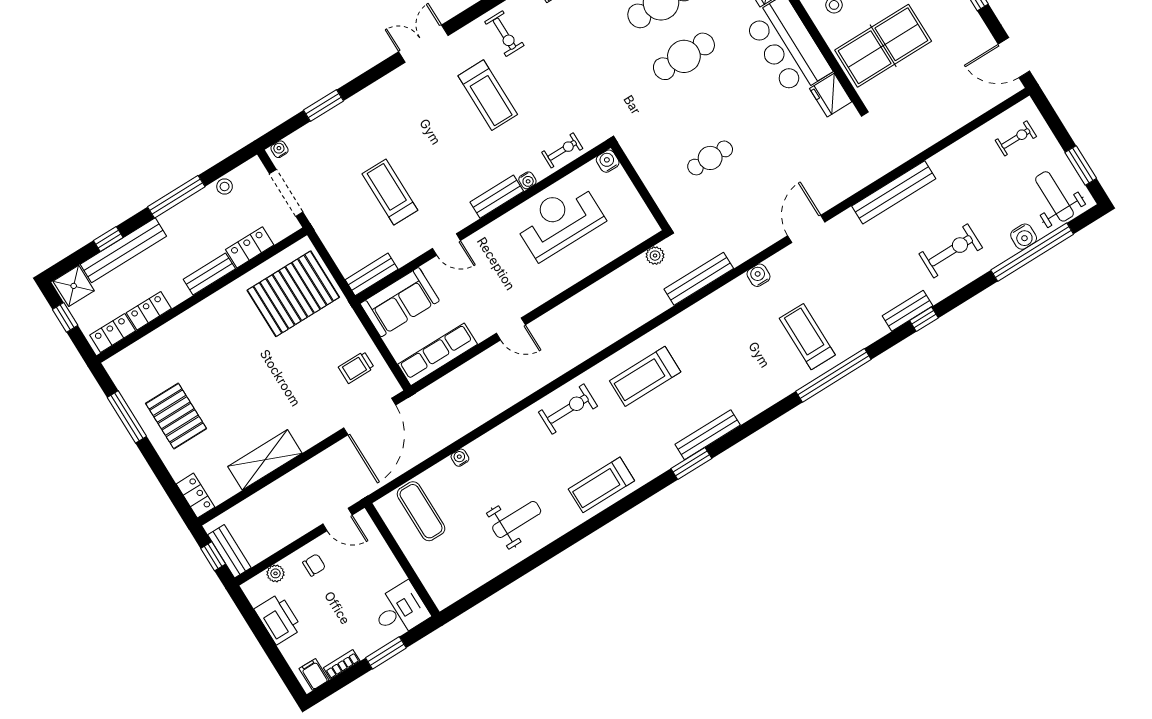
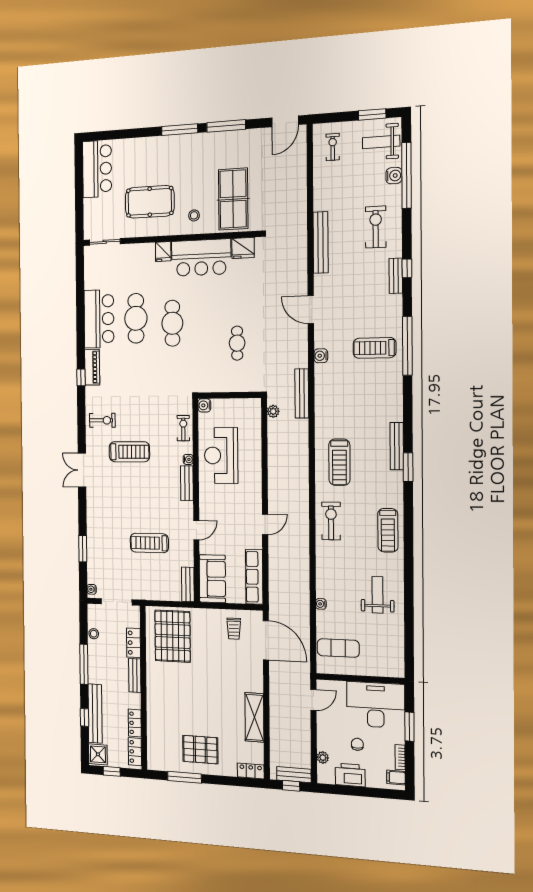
chair: (314, 565) -> (357, 744), moved
desk: (400, 610) -> (376, 705), width x1.87, depth x1.30

